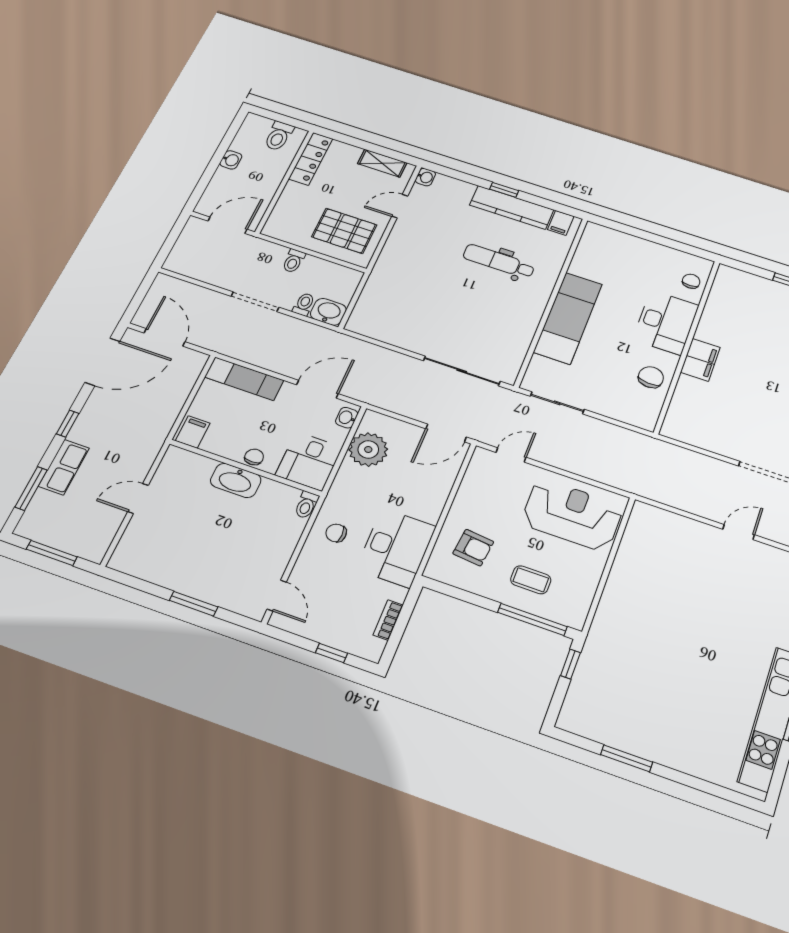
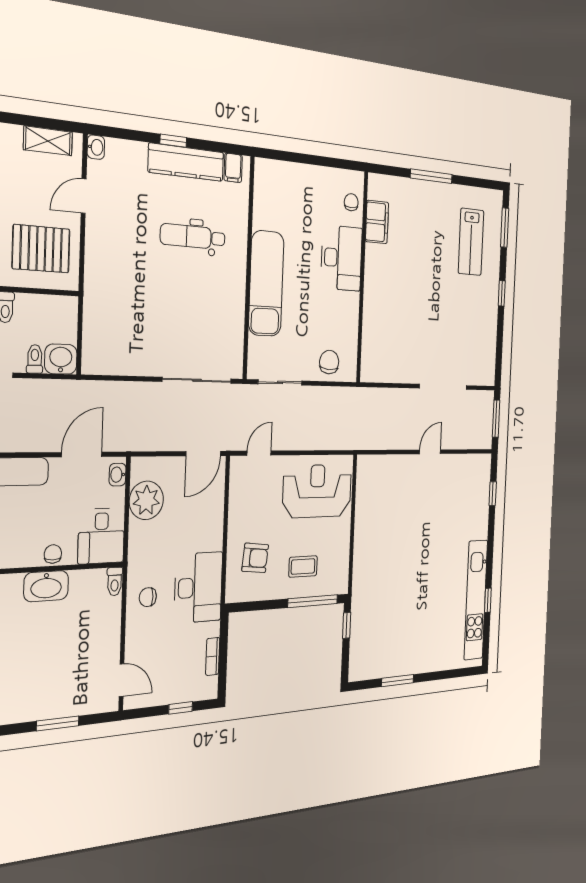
filing cabinet: (700, 360) -> (377, 222), moved
chair: (651, 377) -> (329, 362), moved

